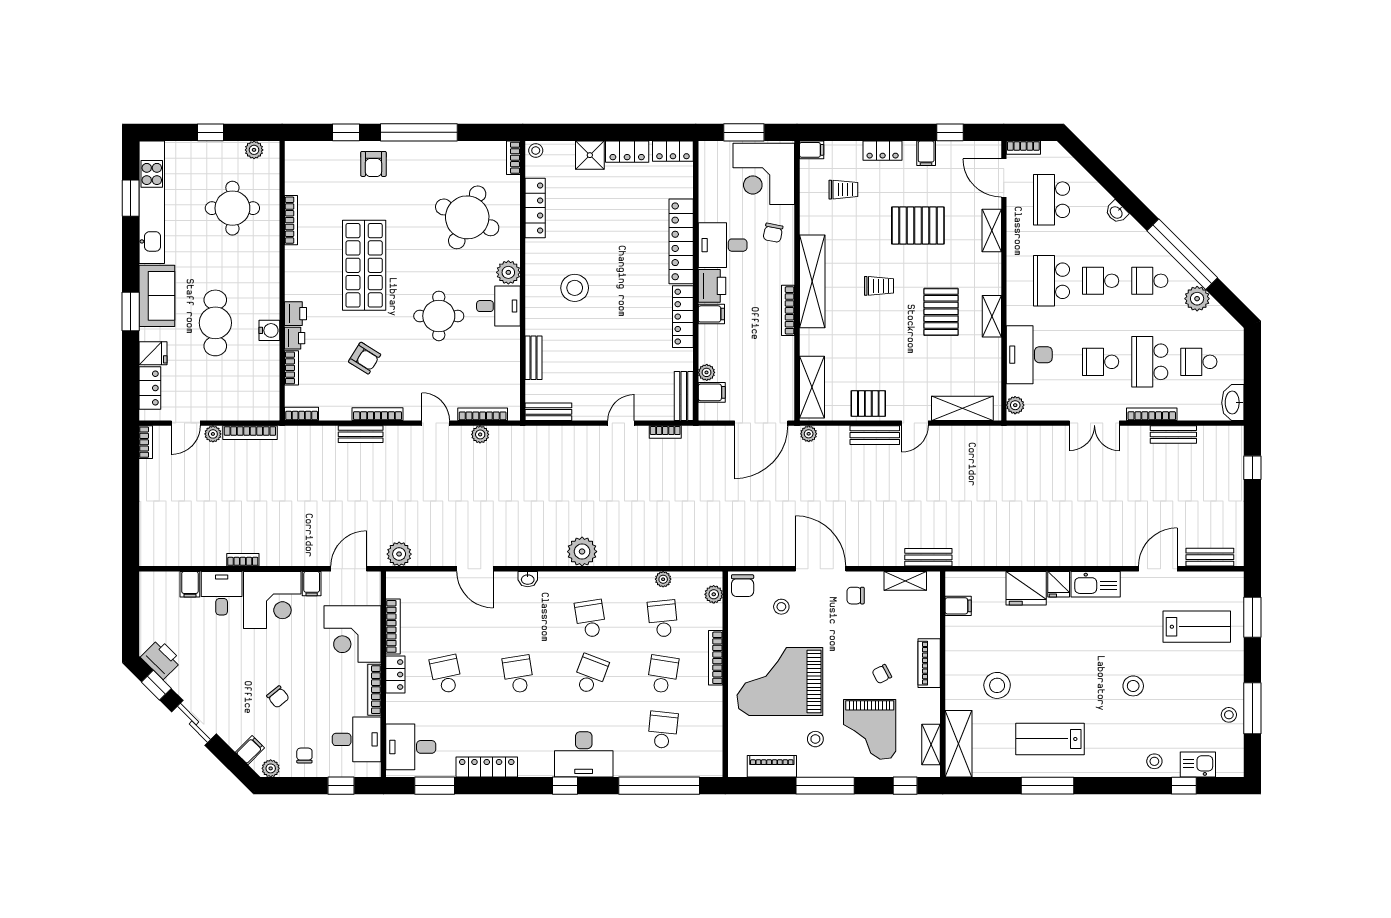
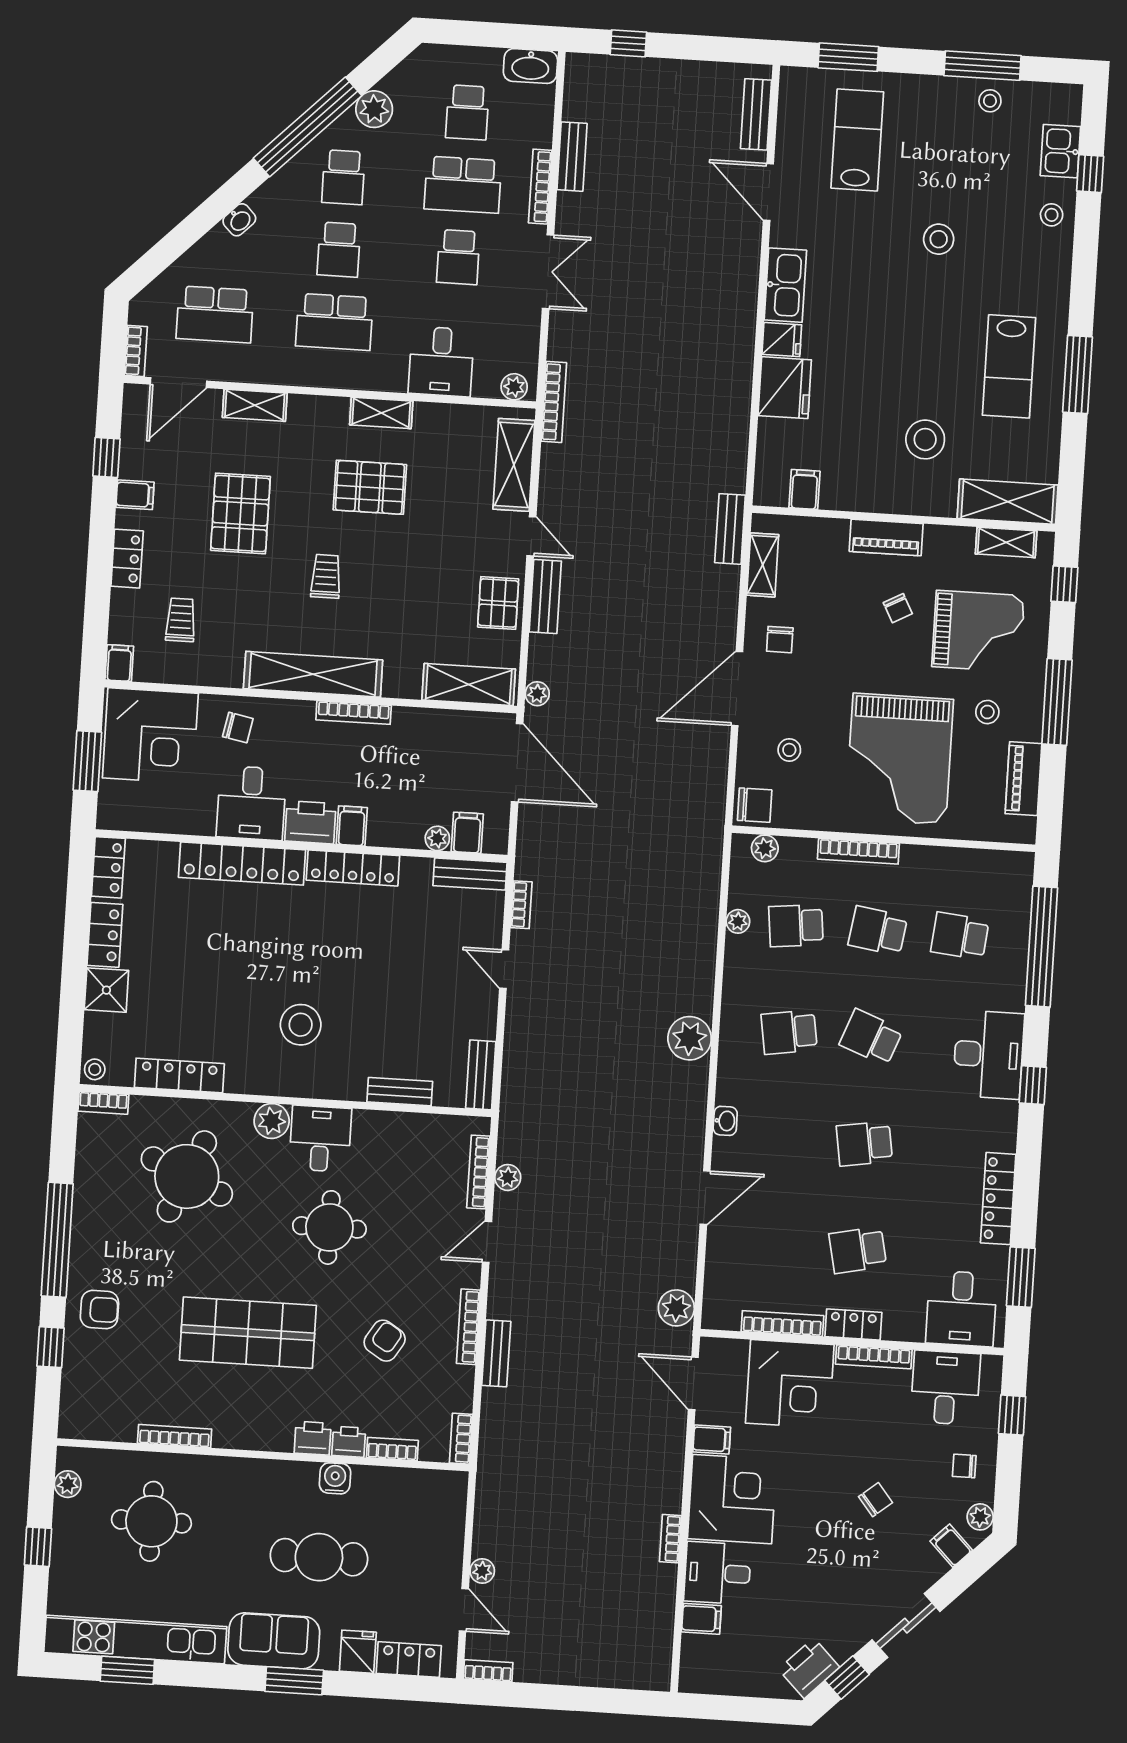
desk: (1029, 355) -> (441, 362), width x0.73
bookcase: (250, 433) -> (554, 402), moved

